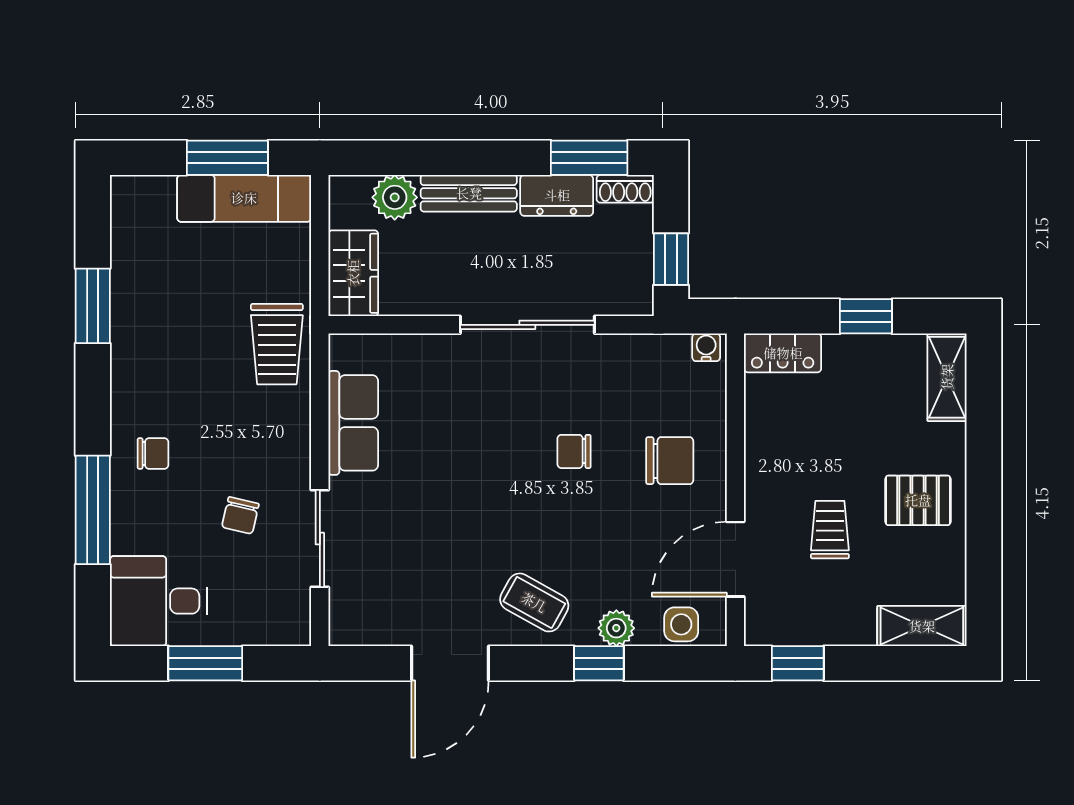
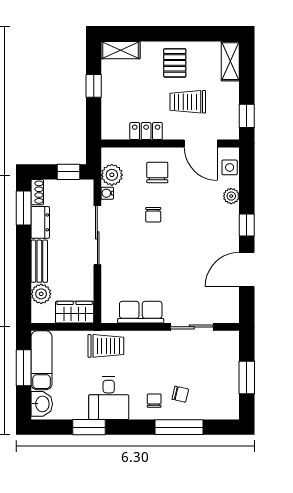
washbasin: (145, 199) -> (42, 404), added
water cooler: (706, 347) -> (107, 193), moved
locker: (783, 353) -> (146, 131), moved, turned -90
plant: (664, 358) -> (112, 175), added
chair: (240, 515) -> (180, 394), moved
trolley: (830, 530) -> (188, 102), width x1.36, depth x1.39
desk: (158, 601) -> (109, 398), moved
coffee table: (534, 602) -> (220, 232), removed
door: (450, 663) -> (247, 269), swing flipped
window: (599, 663) -> (247, 225), moved

